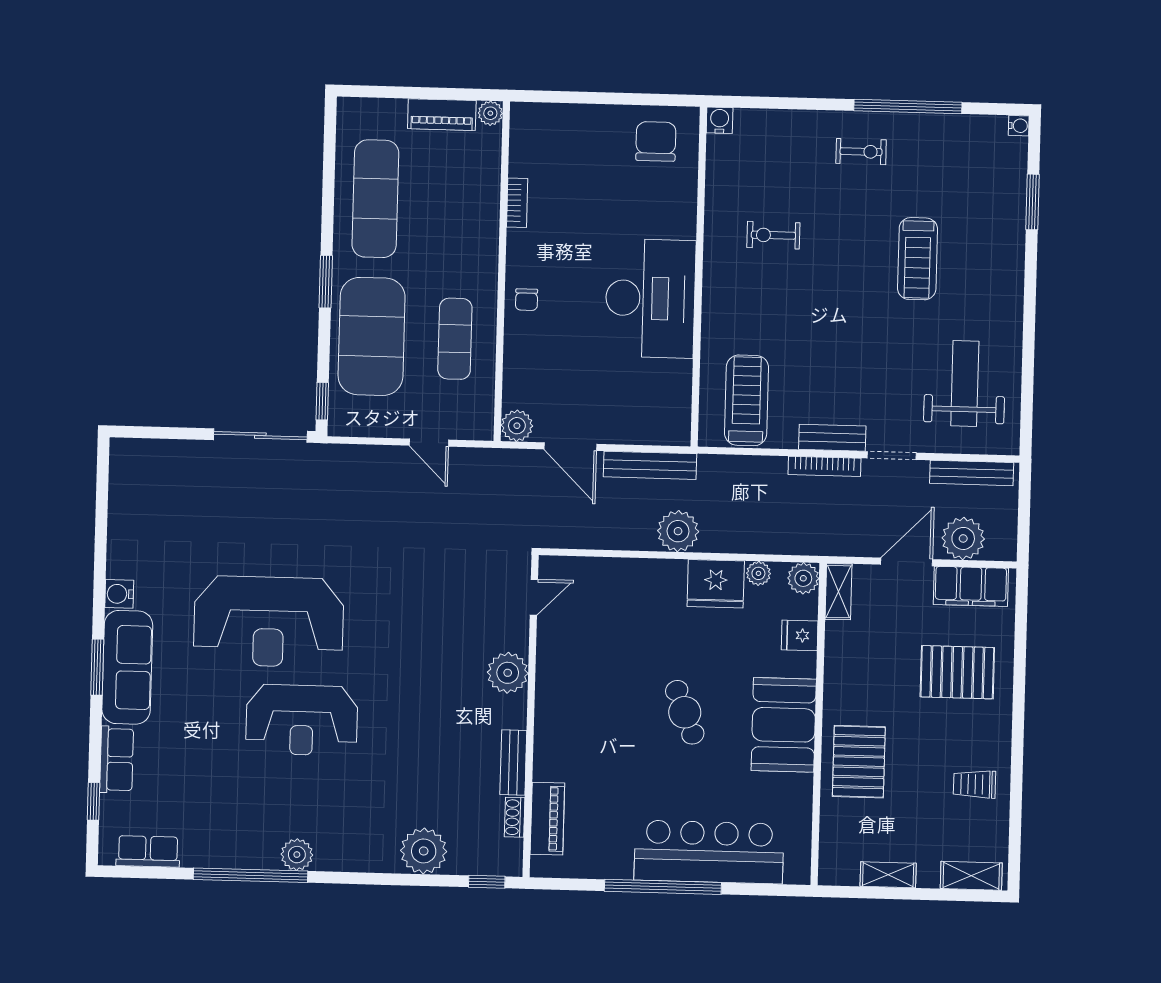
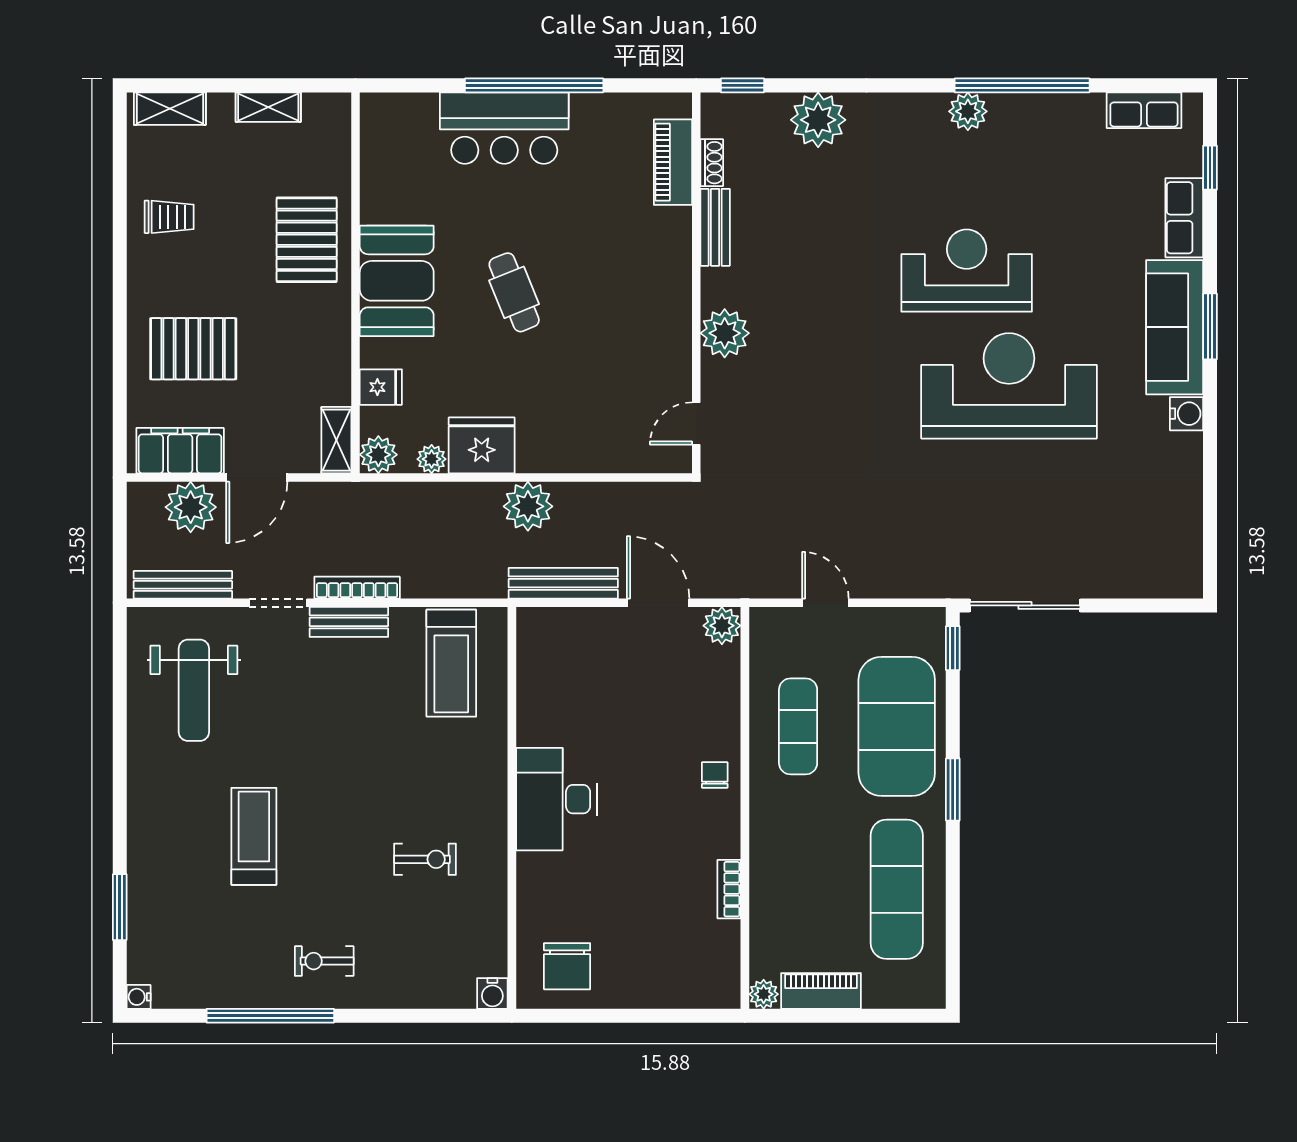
desk: (650, 298) -> (556, 799), width x0.73, depth x0.77
bar counter: (709, 852) -> (504, 128), width x0.73

